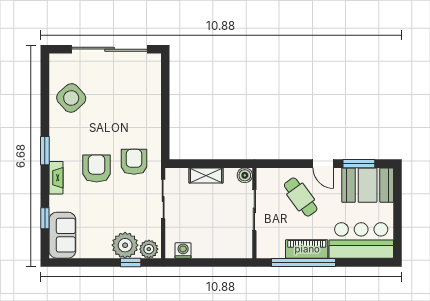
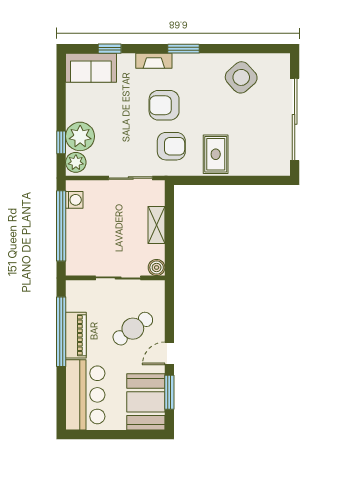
rug: (141, 121) -> (216, 154), added
armchair: (97, 168) -> (164, 105), turned 180
window: (207, 262) -> (61, 226), added

